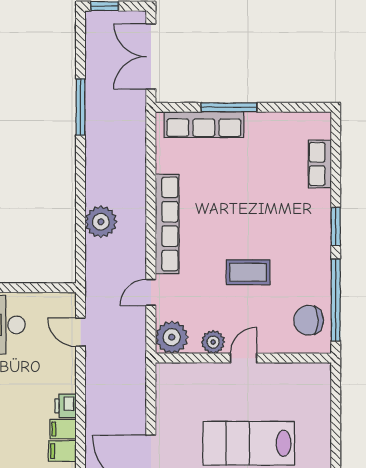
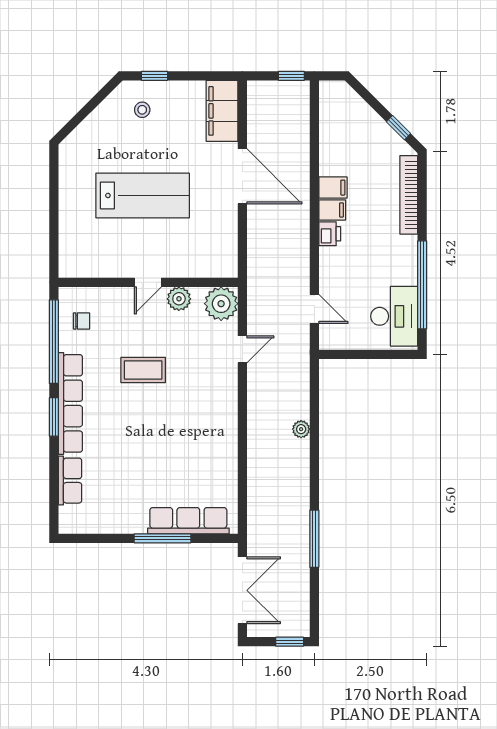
plant: (101, 222) -> (301, 429), width x0.53, depth x0.53
row of seats: (167, 224) -> (70, 403), moved, turned 180
chair: (309, 320) -> (81, 321), width x0.54, depth x0.54

